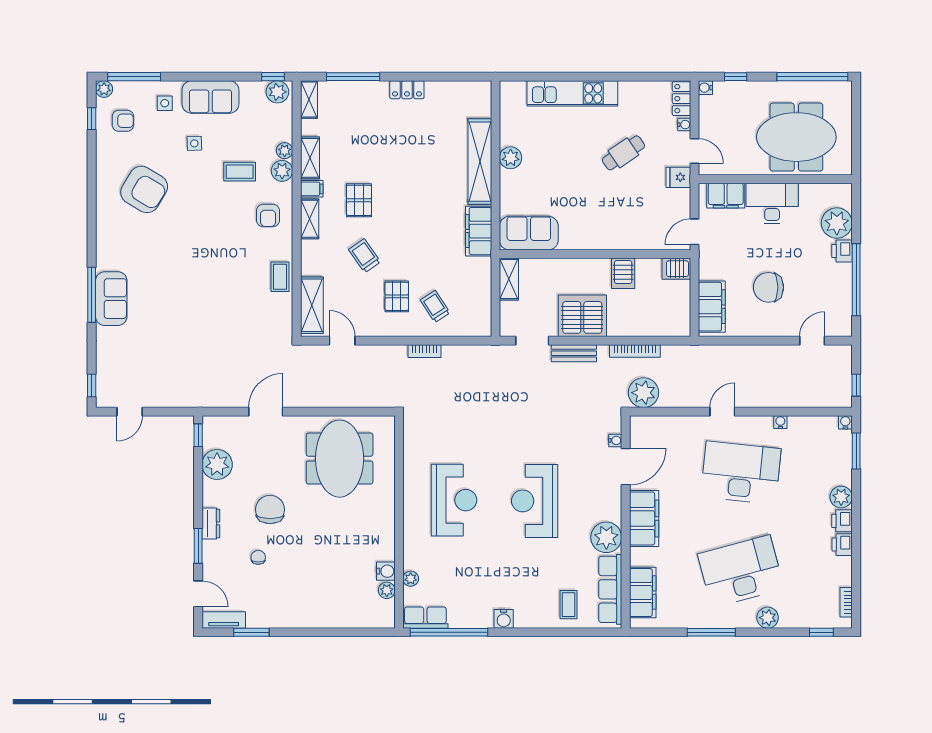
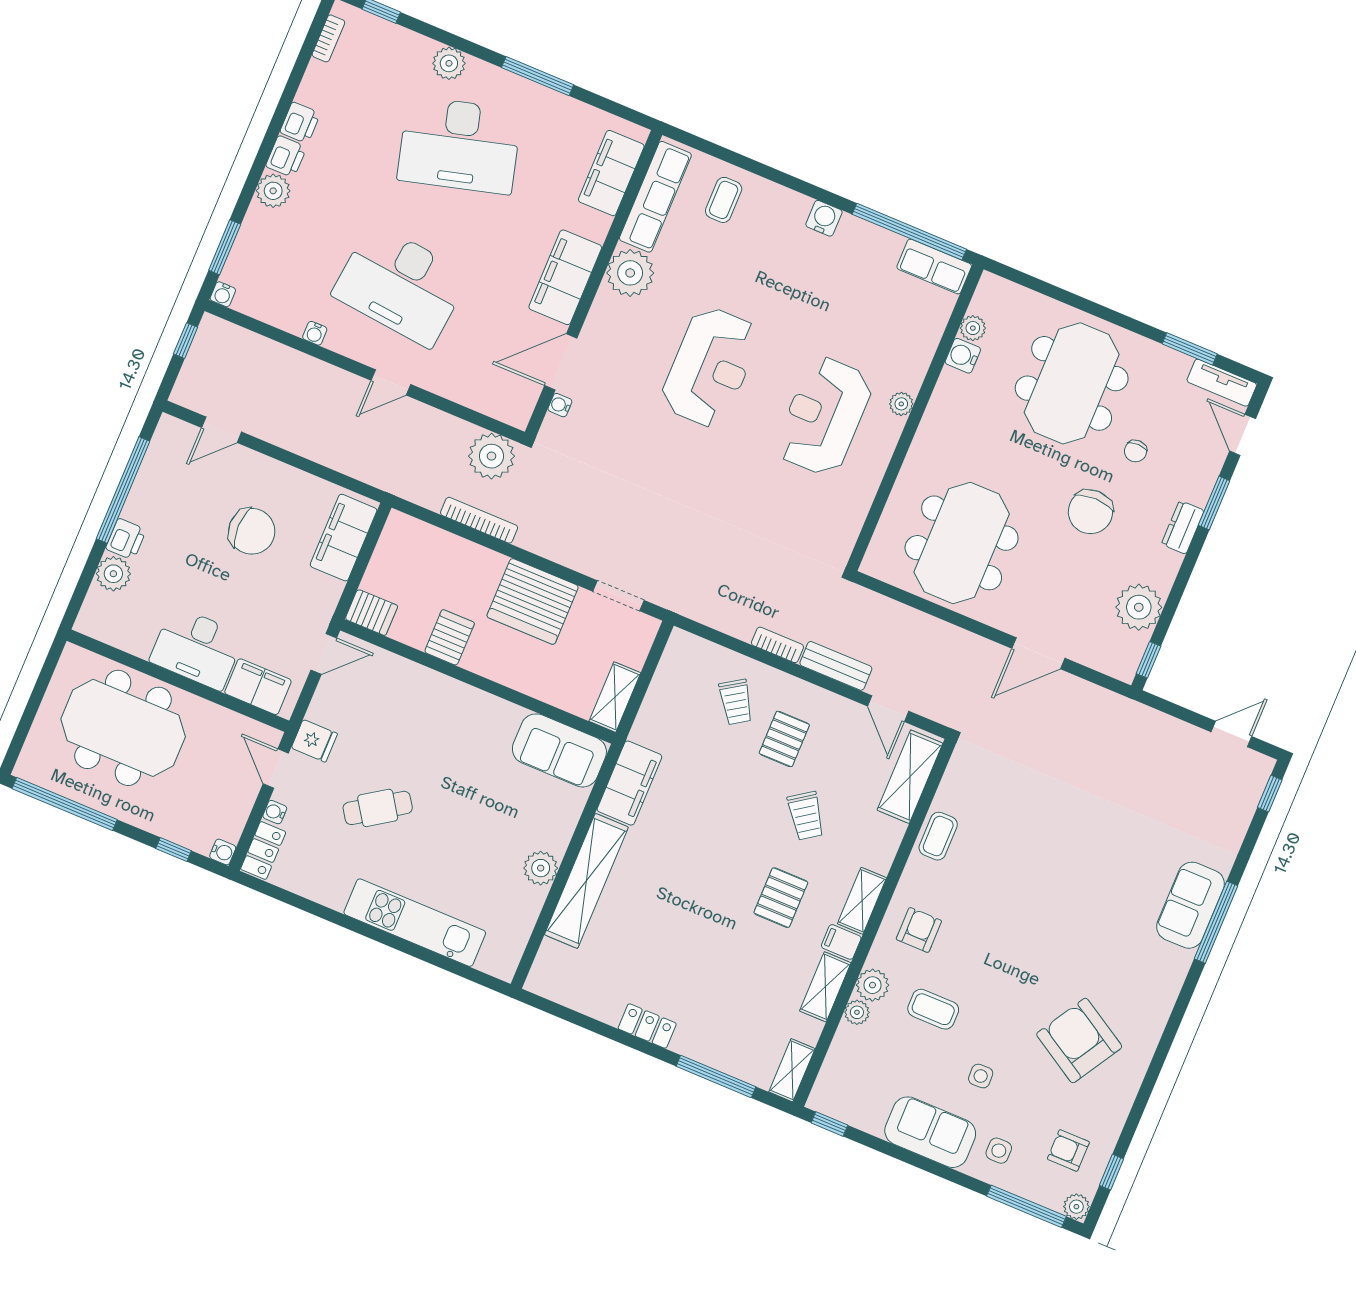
plant: (277, 92) -> (832, 1100), removed
plant: (837, 223) -> (113, 574), width x0.73, depth x0.73
bench: (574, 353) -> (836, 666), moved
plant: (411, 579) -> (901, 404), moved
meeting table: (314, 582) -> (1072, 383), added

